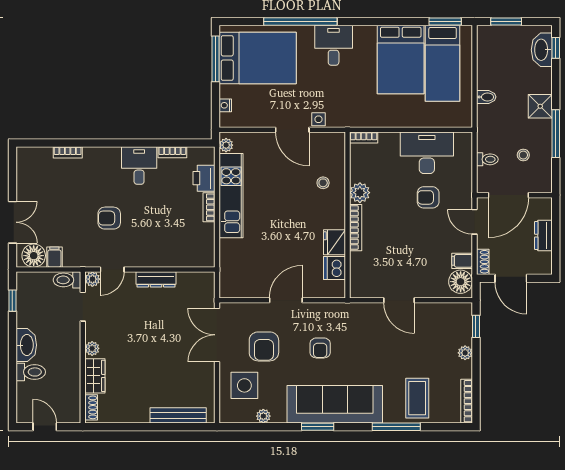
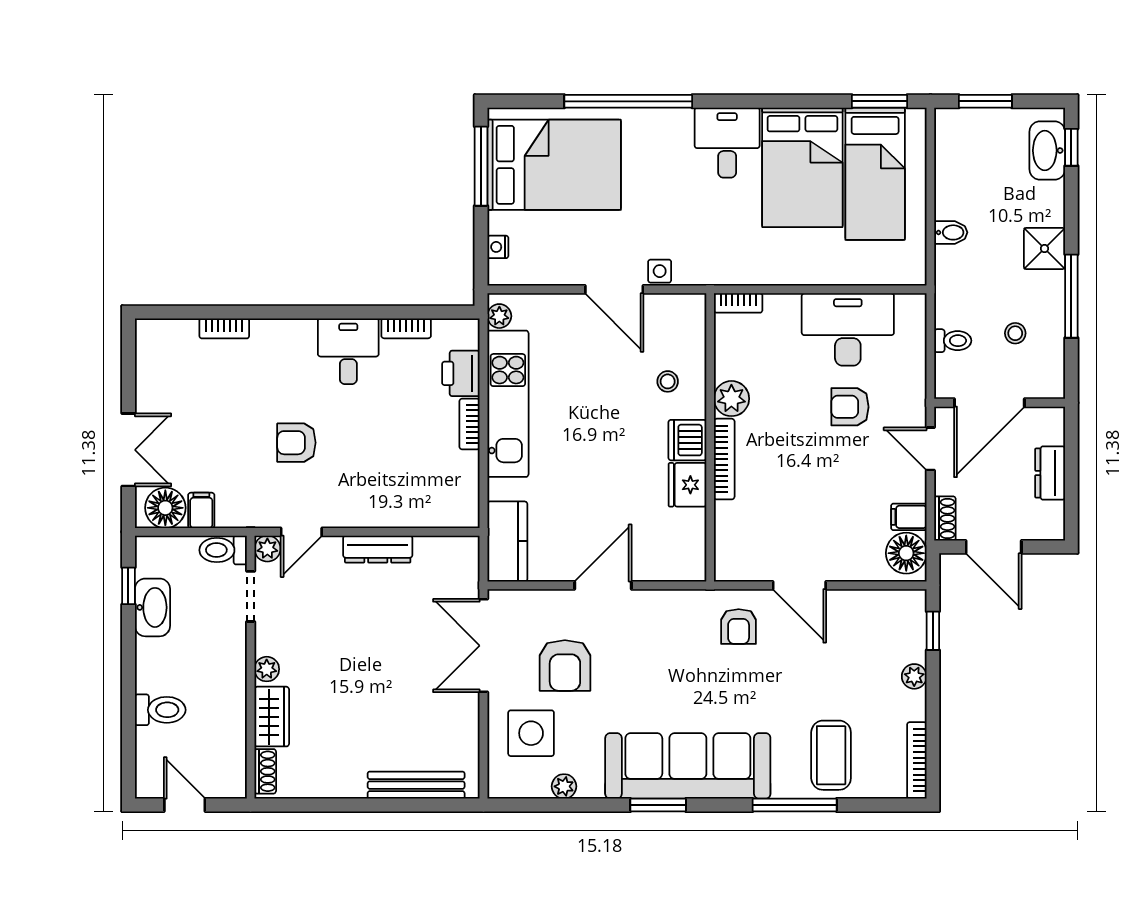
desk: (334, 45) -> (727, 143), moved
dishwasher: (334, 268) -> (687, 440), moved
kitchen counter: (231, 275) -> (507, 541), added
washbasin: (26, 345) -> (152, 607), moved
armchair: (320, 348) -> (739, 626), moved

